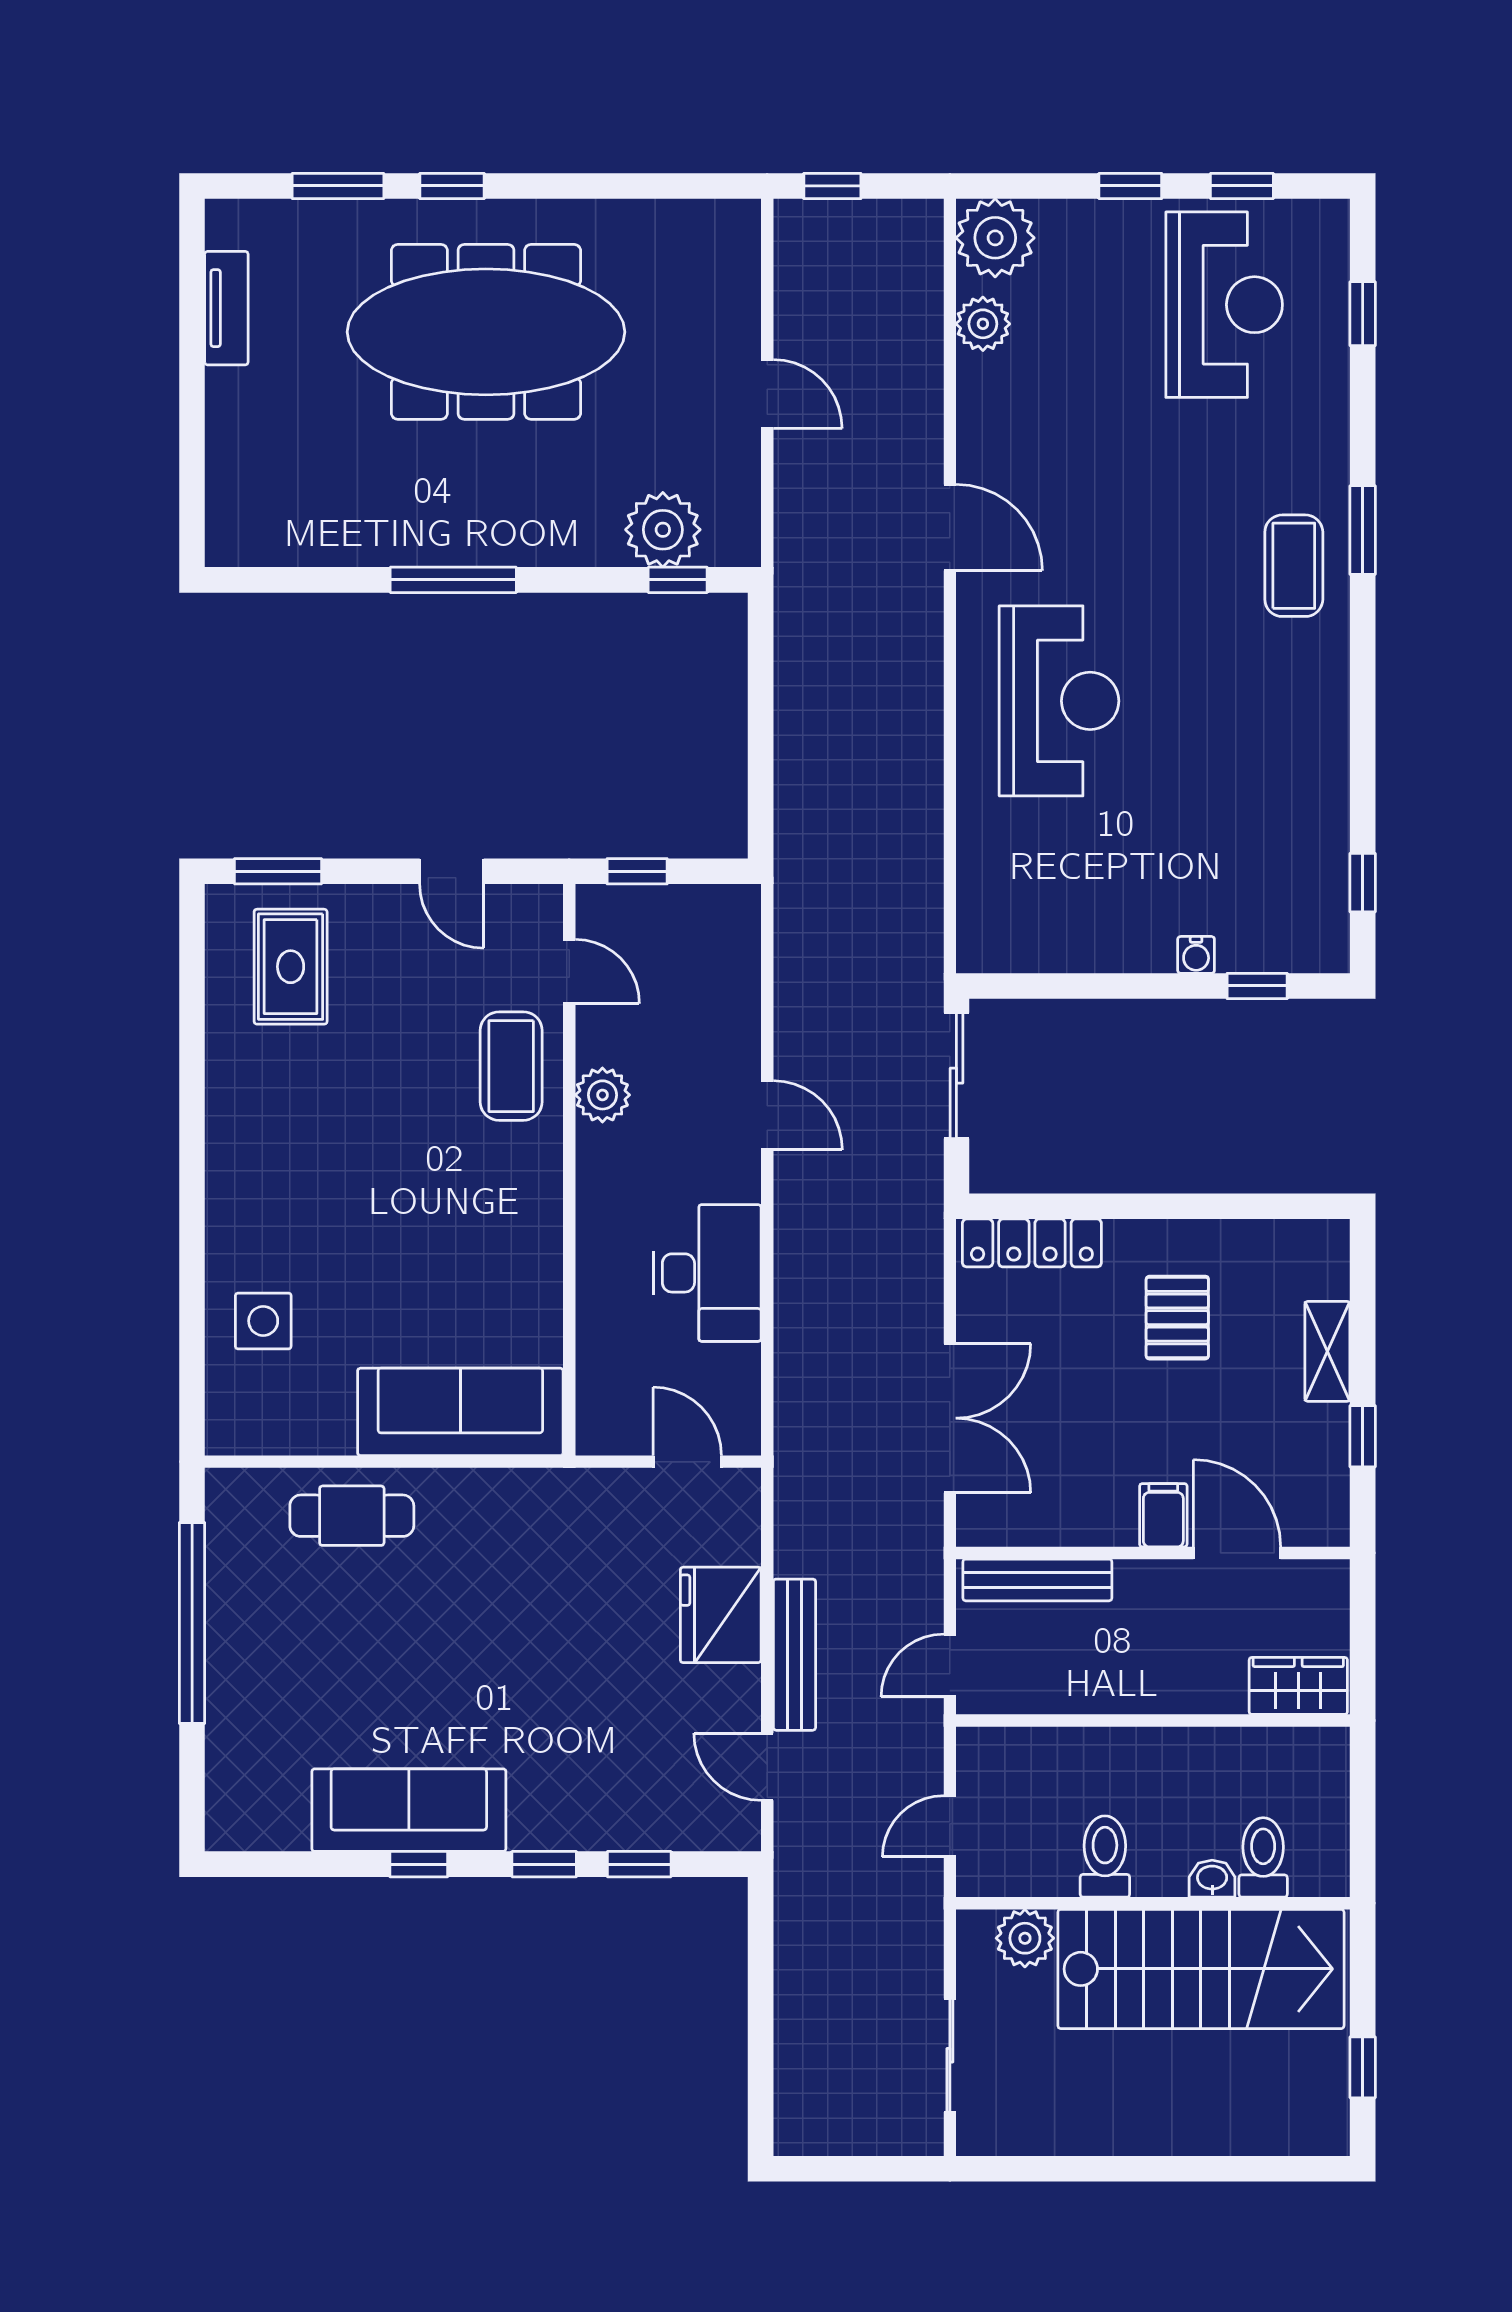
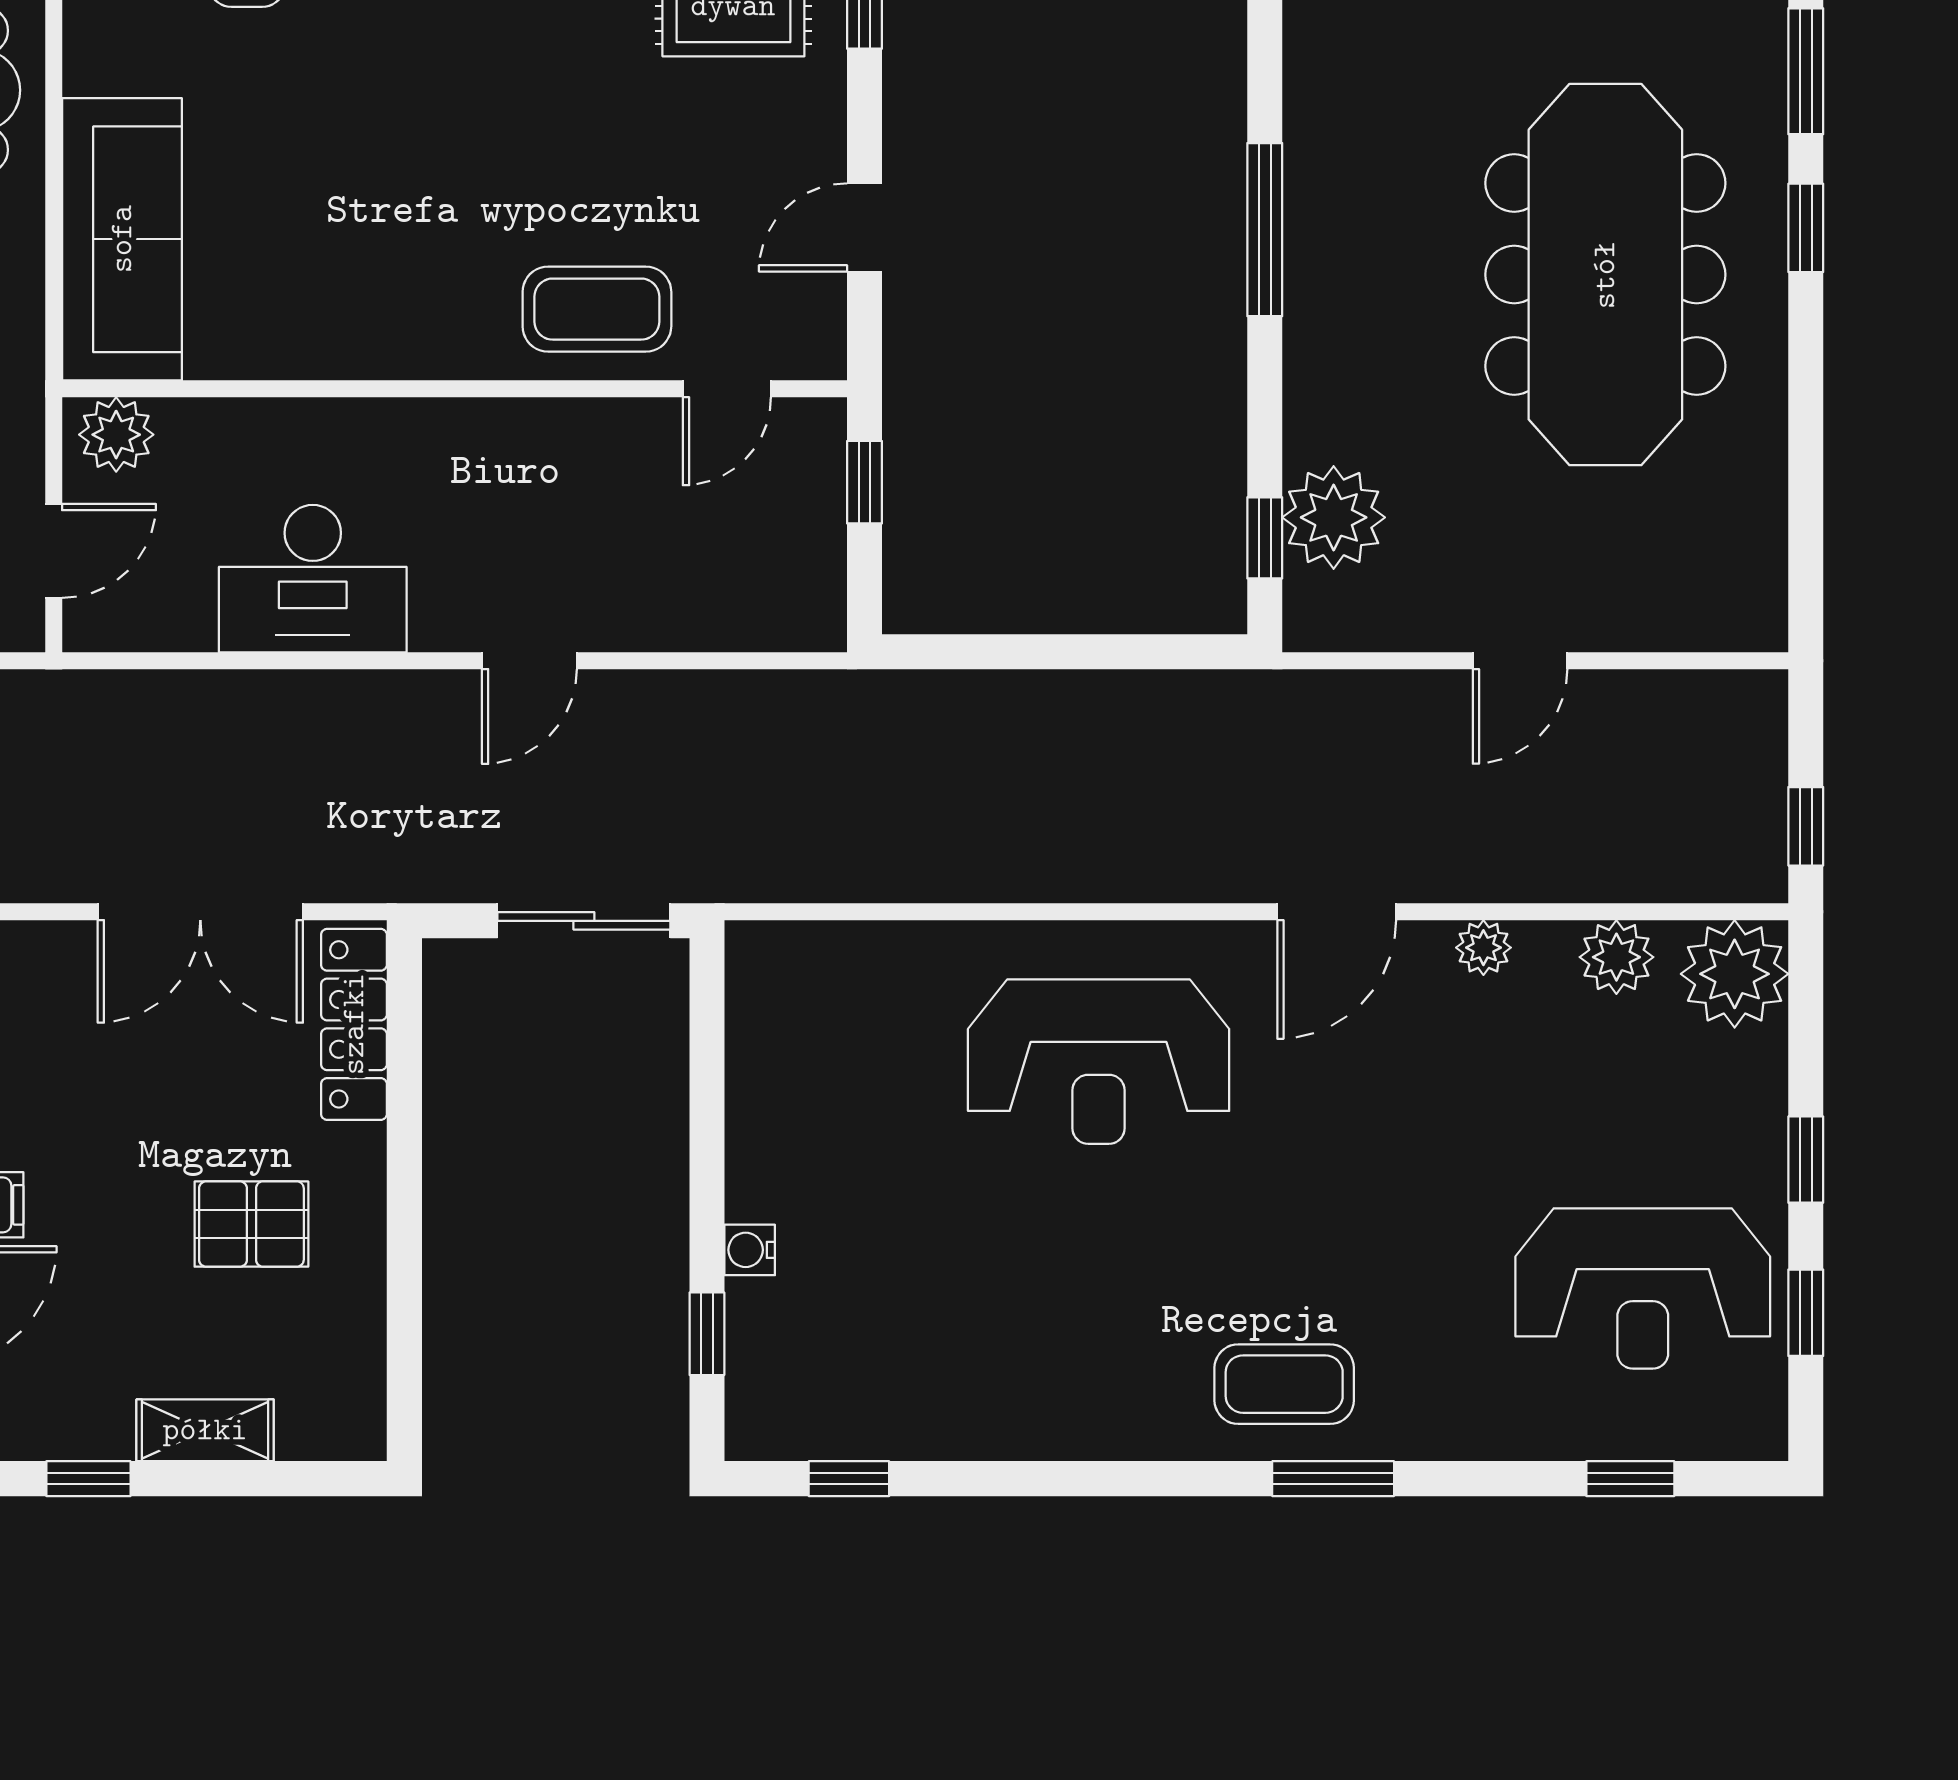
window: (832, 186) -> (1806, 826), moved
plant: (976, 421) -> (1483, 948), added
plant: (602, 1095) -> (116, 435), moved
double door: (950, 1418) -> (200, 912), moved

